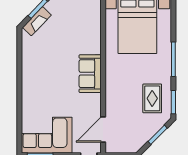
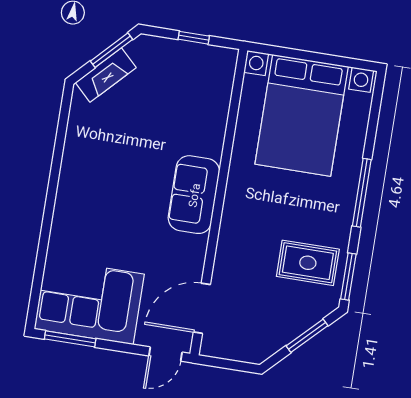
rug: (152, 98) -> (308, 263), turned 90

